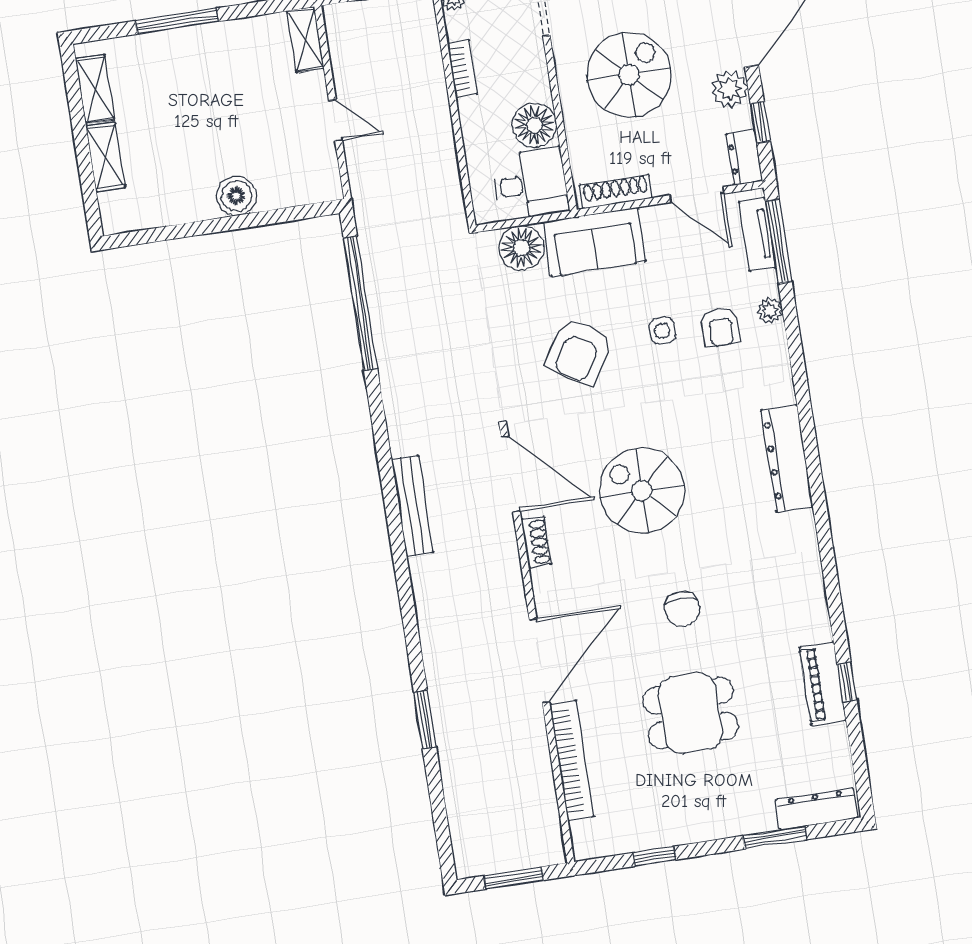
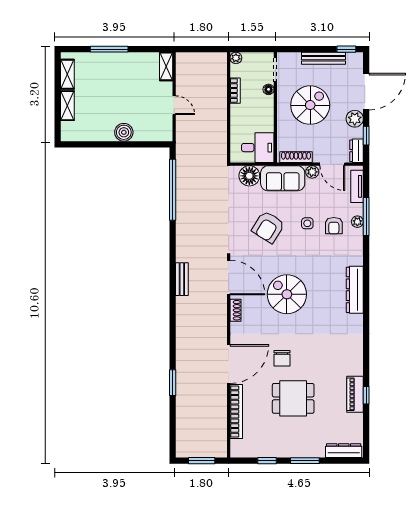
floor lamp: (534, 125) -> (269, 89), moved, width x0.53, depth x0.53
plant: (656, 218) -> (312, 172), added
window: (779, 241) -> (366, 216), moved
bench: (412, 506) -> (182, 279), width x0.73
chair: (682, 609) -> (282, 358), moved
window: (775, 838) -> (305, 461), moved

